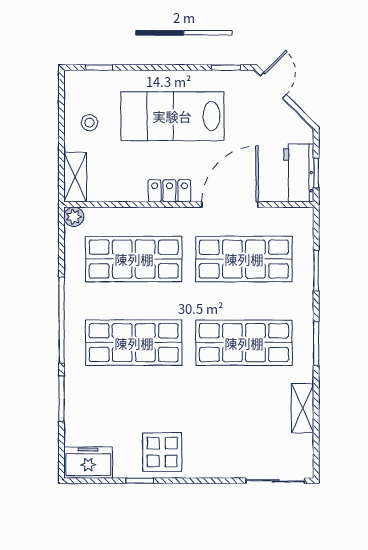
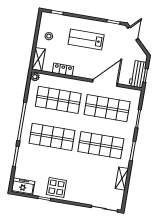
lab bench: (172, 116) -> (86, 39), width x0.73, depth x0.72
locker: (170, 191) -> (63, 70), moved

